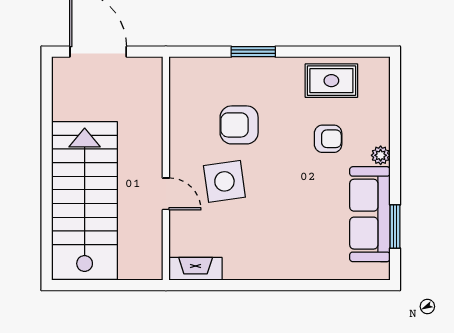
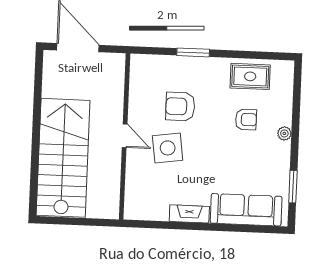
door: (166, 194) -> (125, 136), moved
sofa: (370, 214) -> (246, 210), moved, turned 90
fireplace: (196, 269) -> (189, 214), moved

